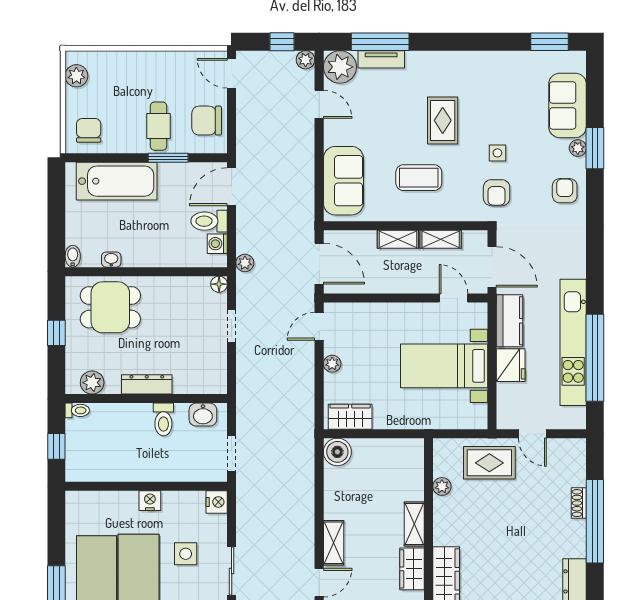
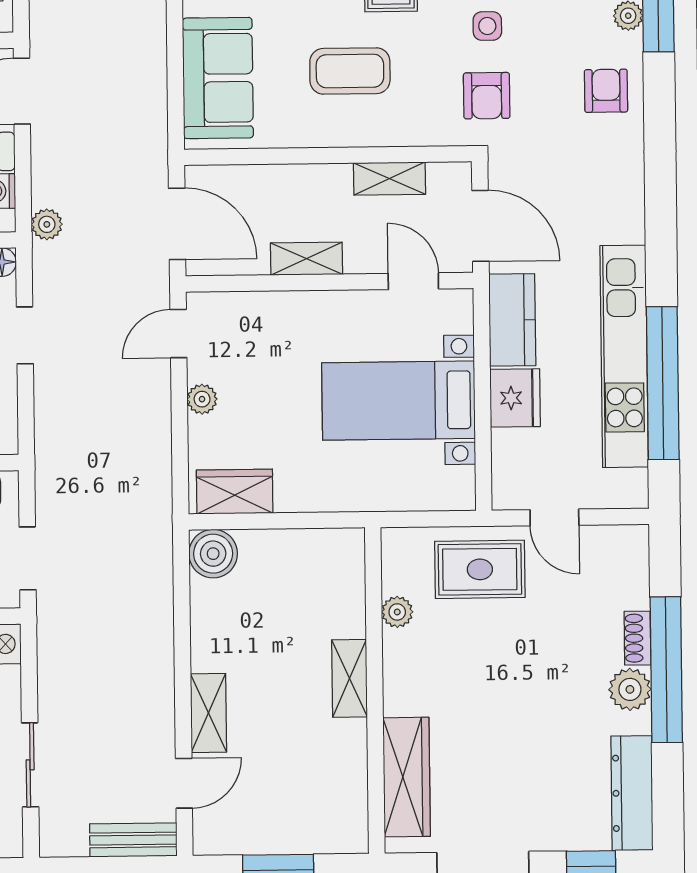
shelving: (398, 239) -> (306, 259), moved
plant: (574, 532) -> (630, 689), added
wardrobe: (412, 569) -> (346, 757), removed

